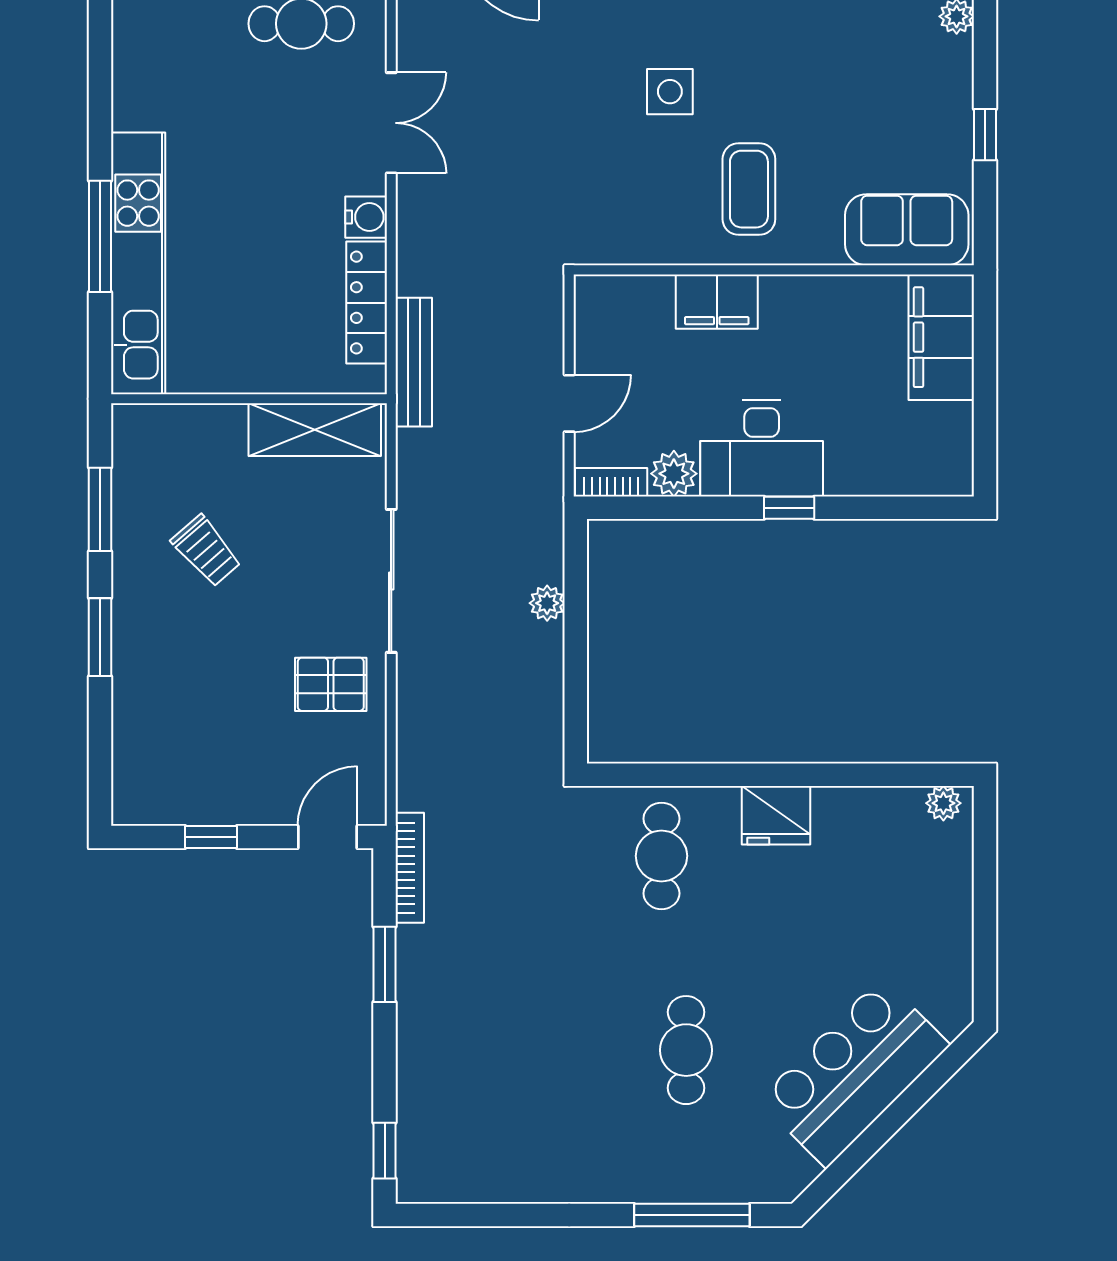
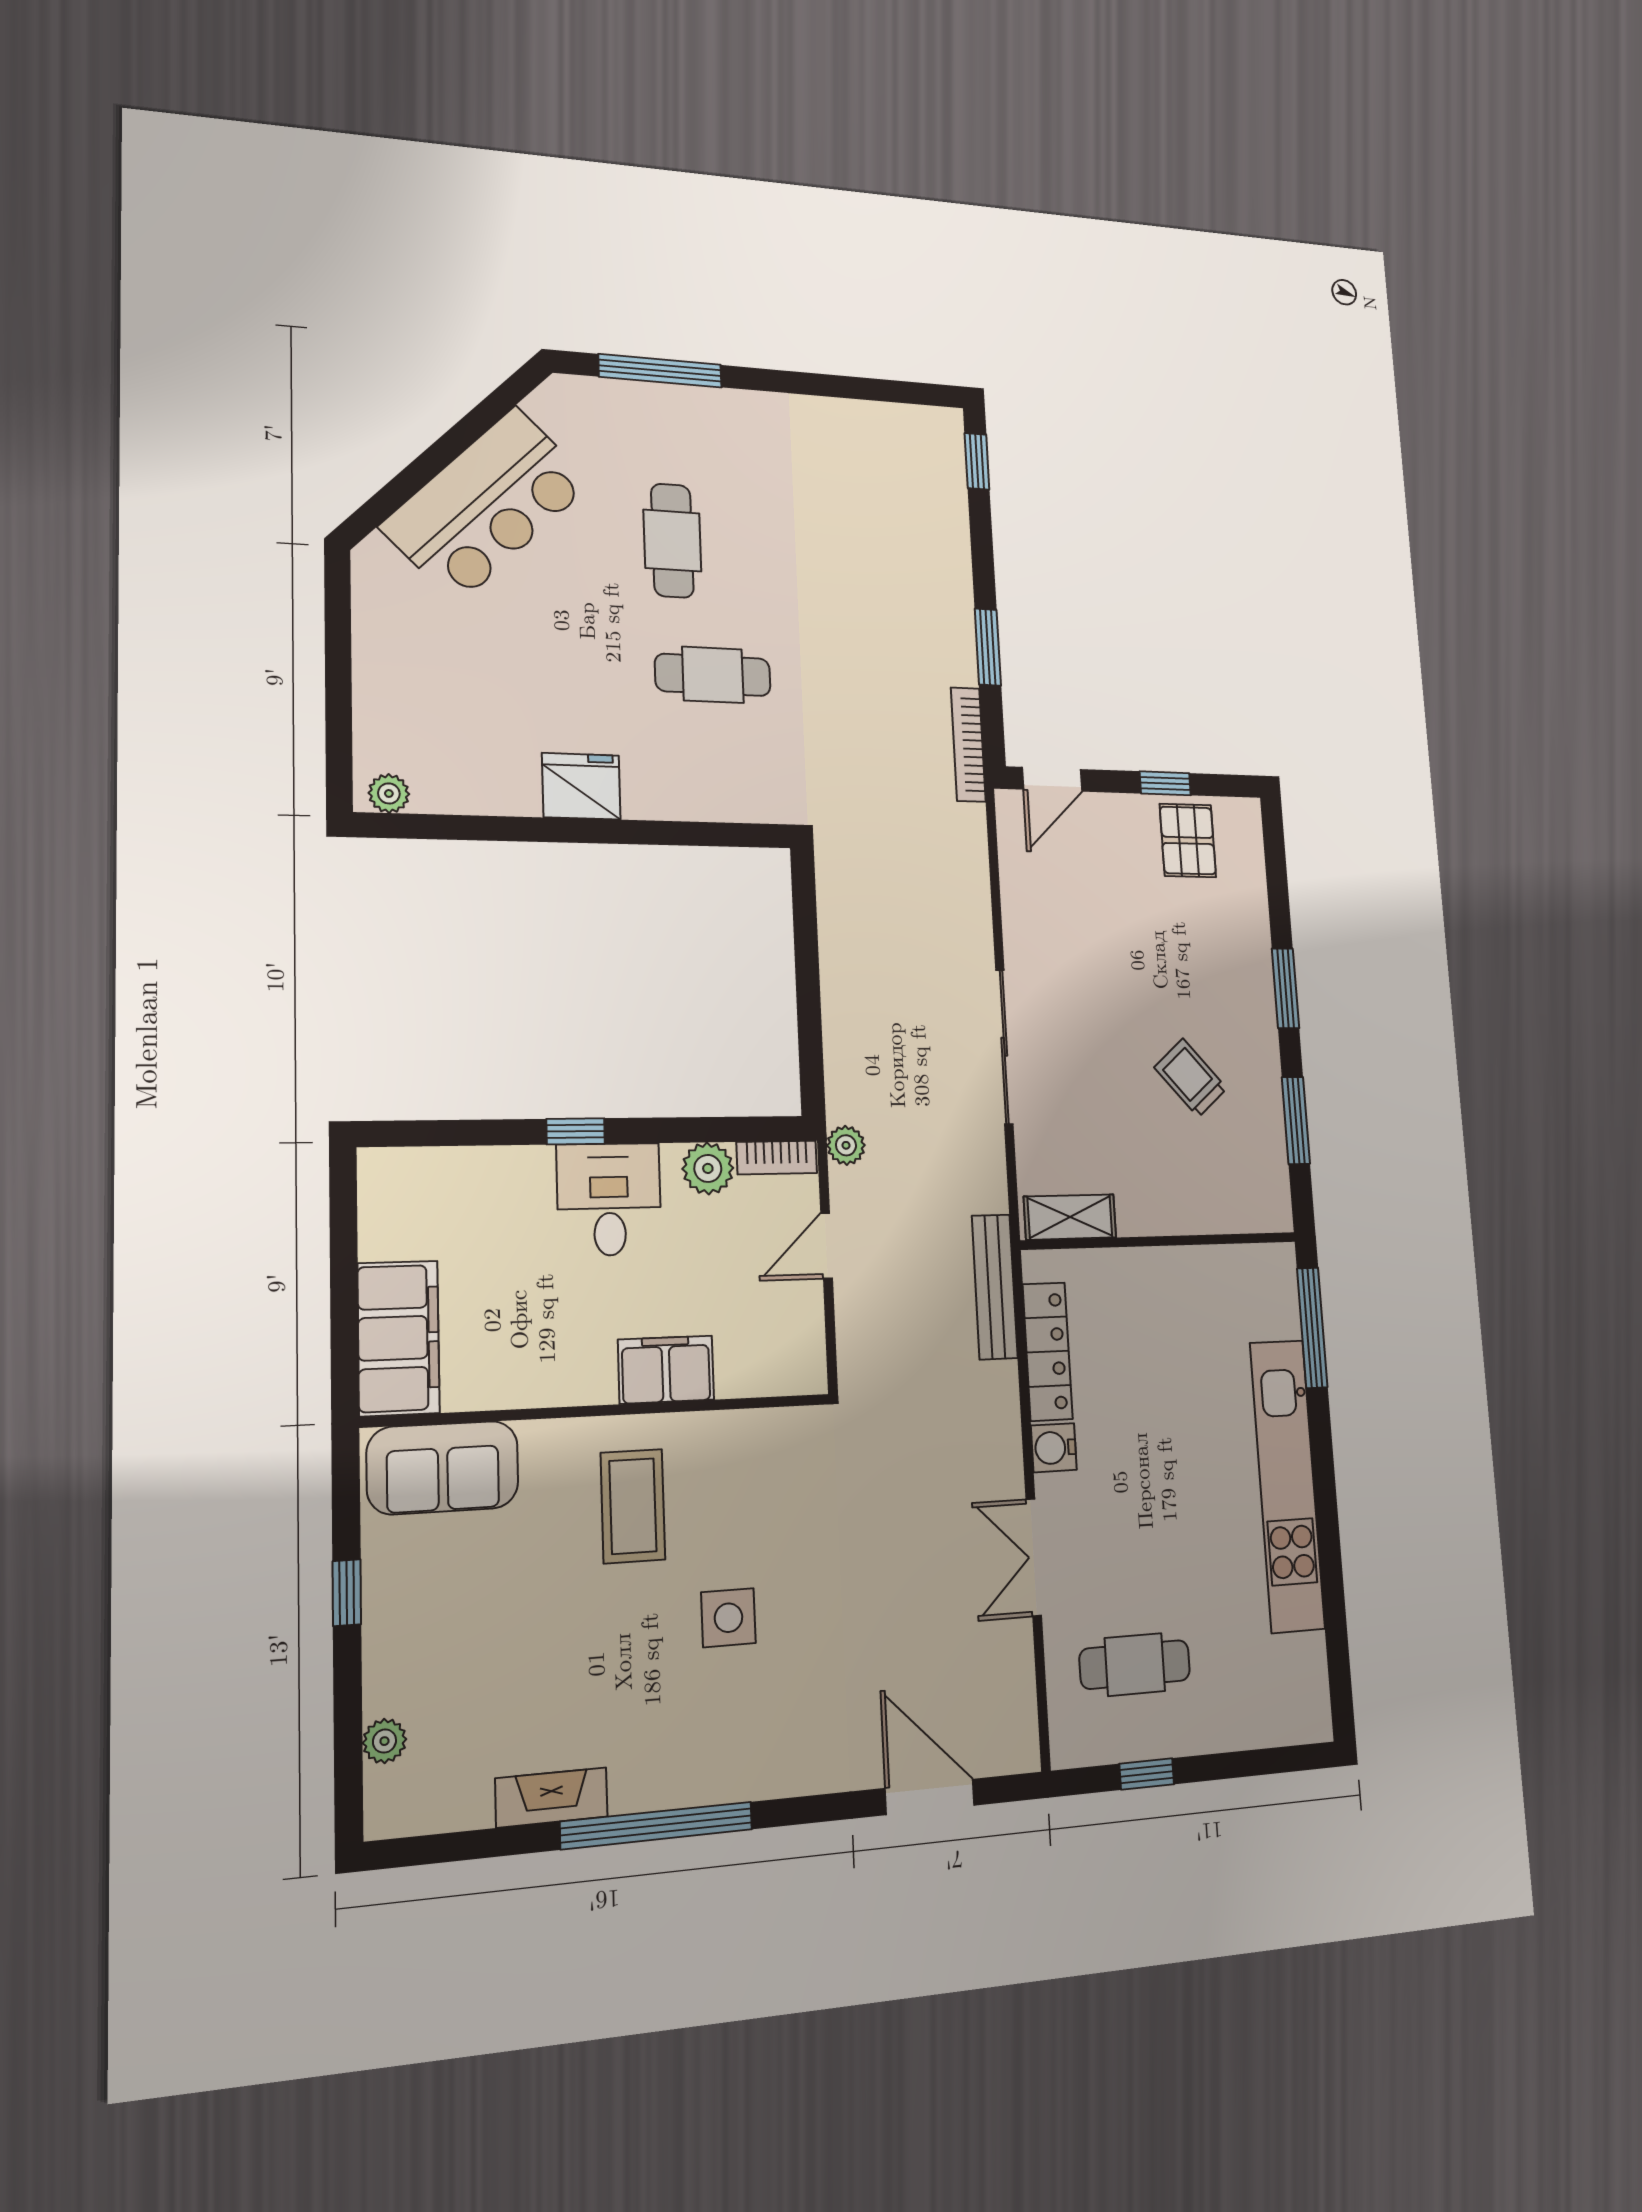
window: (100, 236) -> (1312, 1328), moved
kitchen unit: (138, 263) -> (1287, 1485), moved
shelving: (315, 430) -> (1070, 1217), width x0.67, depth x0.75
desk: (762, 448) -> (609, 1199), width x0.73
plant: (547, 603) -> (846, 1145), moved
pallet: (331, 684) -> (1188, 840), moved, turned 90
cafe table: (661, 856) -> (713, 675), moved, turned 90

